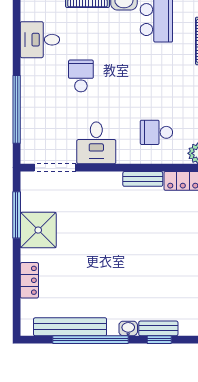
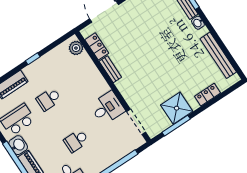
school desk: (156, 132) -> (49, 99), moved, turned 90
window: (90, 340) -> (218, 39), removed

